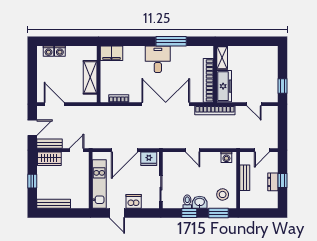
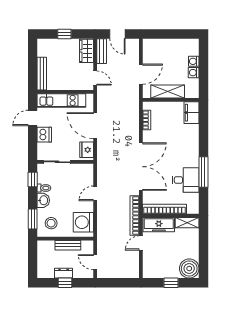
washing machine: (49, 51) -> (194, 73), moved
boiler: (268, 56) -> (189, 268), added
desk: (158, 59) -> (186, 180), moved
window: (283, 86) -> (171, 283), moved
door: (54, 104) -> (141, 74), moved
door: (254, 104) -> (141, 243), moved
washing machine: (226, 157) -> (83, 222), width x1.89, depth x1.89
bench: (54, 204) -> (42, 74), moved
window: (189, 213) -> (33, 180), moved

